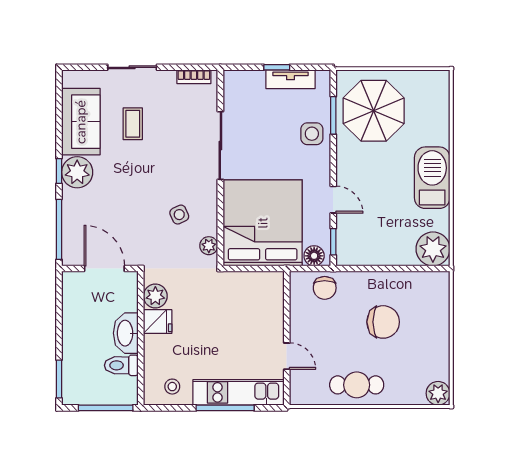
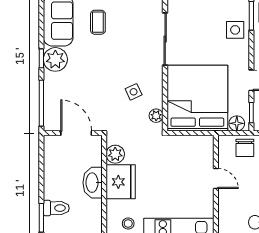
fridge: (158, 322) -> (121, 182), width x1.88, depth x1.34
door: (287, 356) -> (216, 179), moved
toilet: (121, 365) -> (56, 208), moved, turned 180

